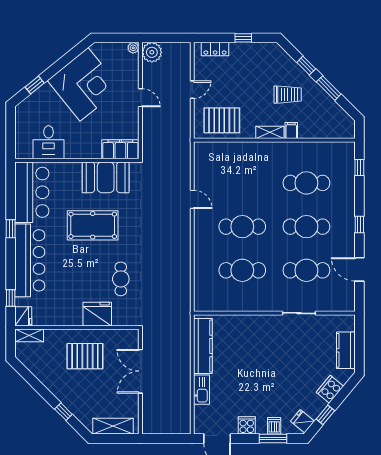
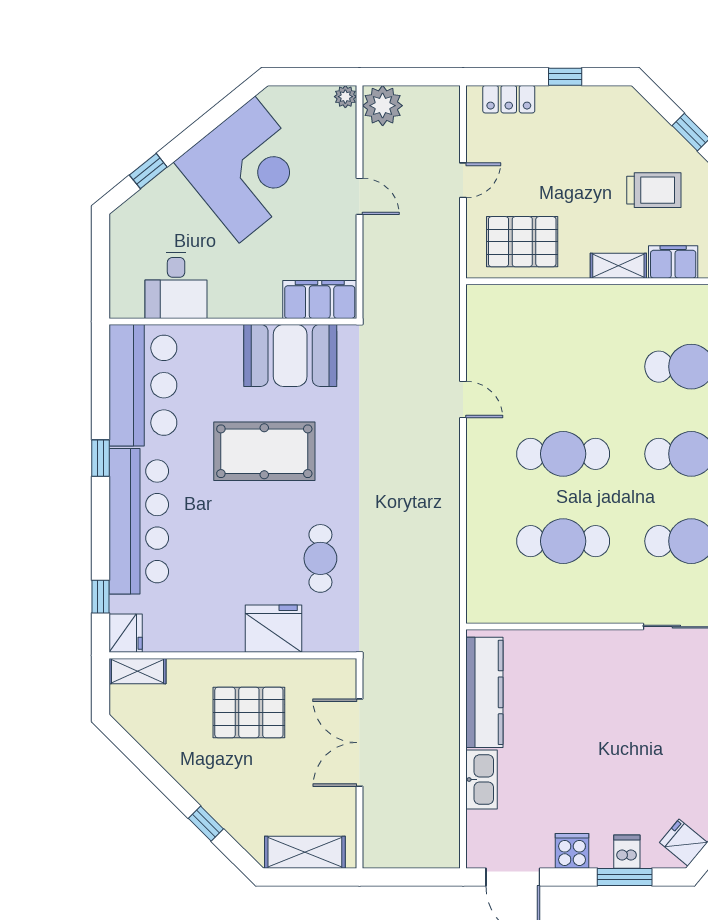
filing cabinet: (291, 131) -> (673, 262), width x2.00

